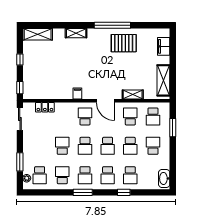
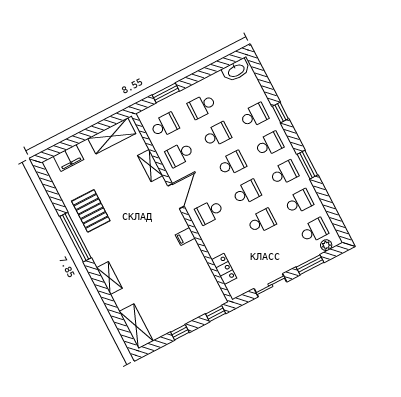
sliding door: (20, 119) -> (270, 285), moved
school desk: (62, 146) -> (262, 221), turned 180
school desk: (62, 175) -> (299, 202), turned 180

